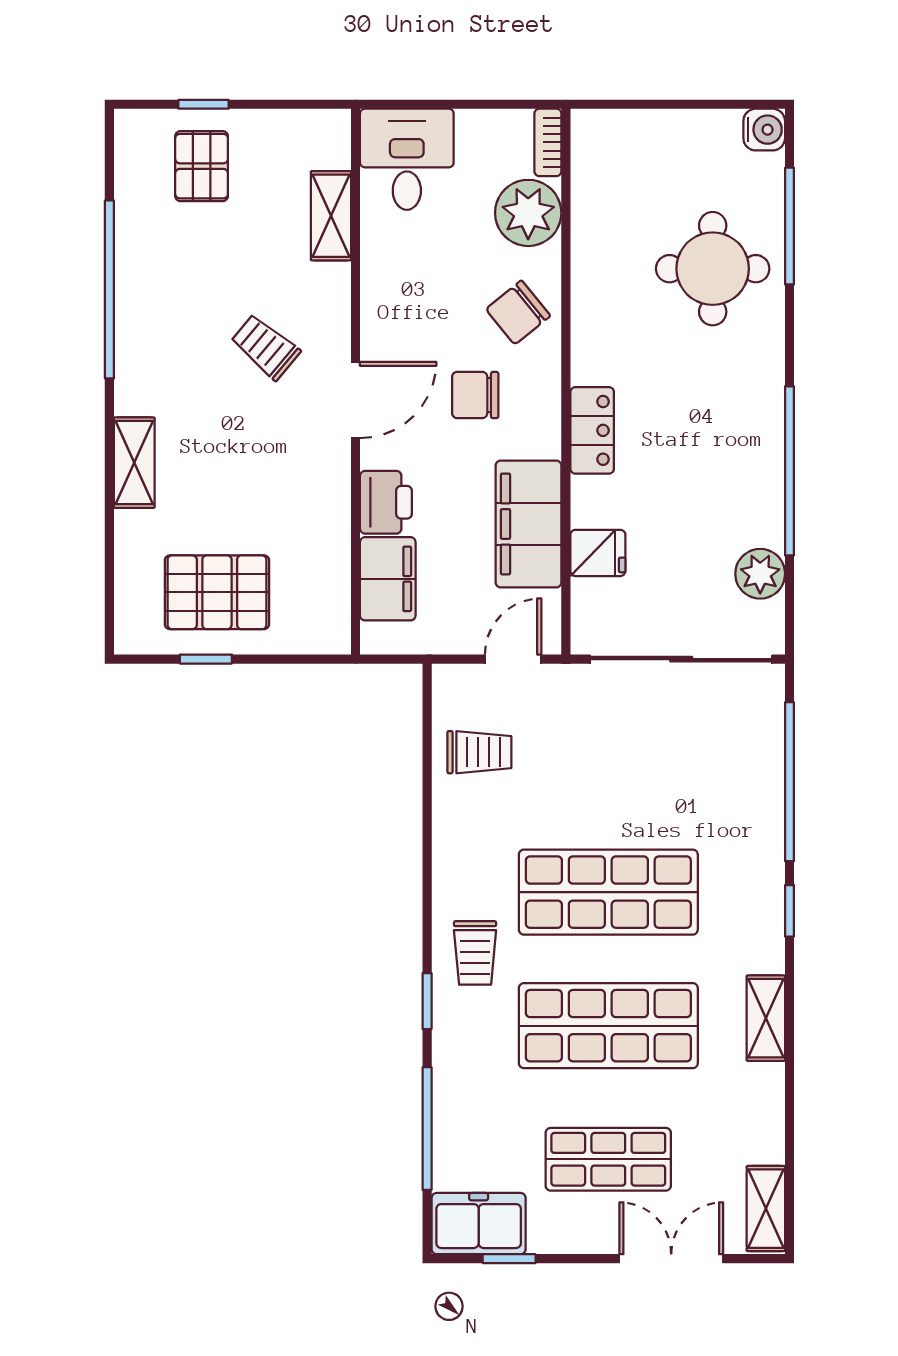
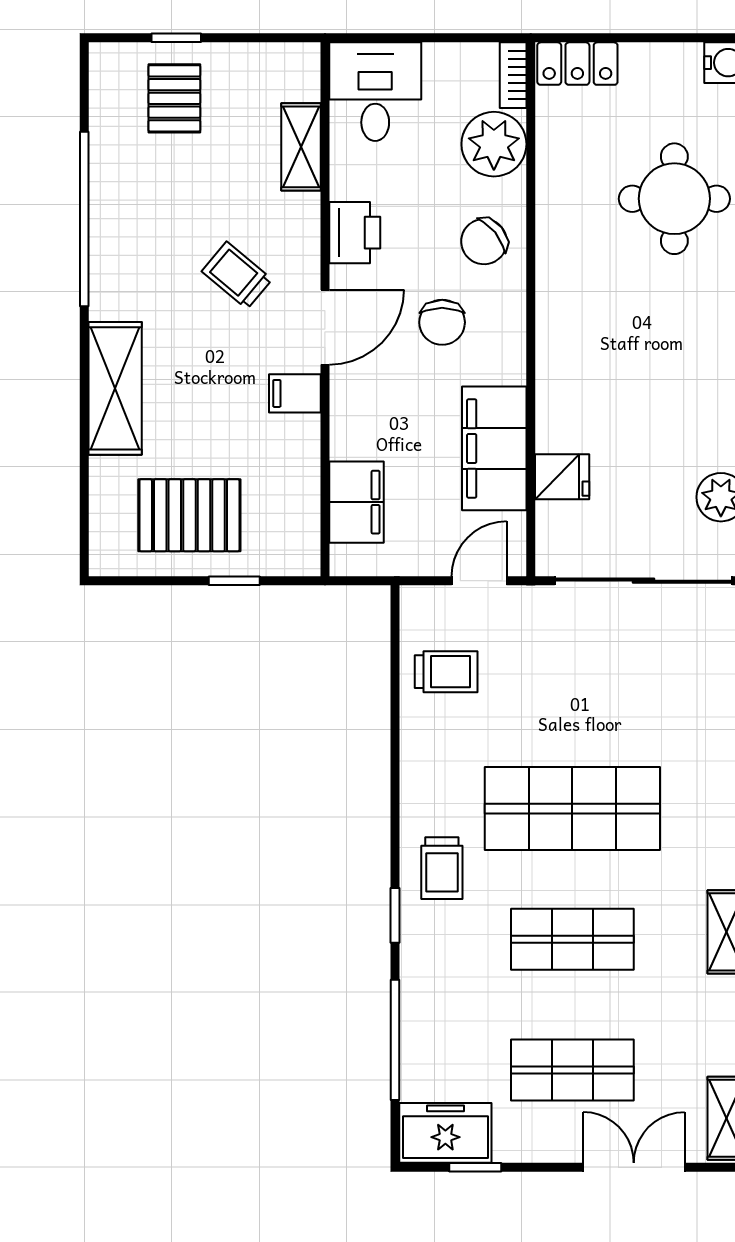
chair: (475, 395) -> (442, 322), turned -90
locker: (592, 430) -> (577, 64), moved, turned 90
shelving: (134, 463) -> (115, 388), width x1.50, depth x1.33
filing cabinet: (325, 468) -> (295, 393), added
printer: (386, 502) -> (355, 233), moved
window: (206, 659) -> (234, 581), moved
shop shelf: (608, 1026) -> (572, 939), width x0.70, depth x0.74

